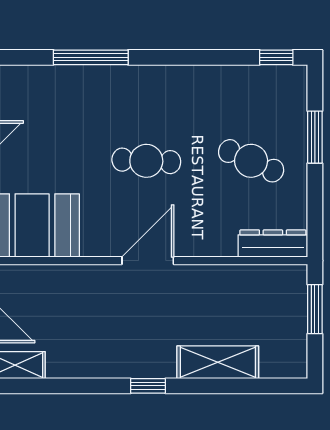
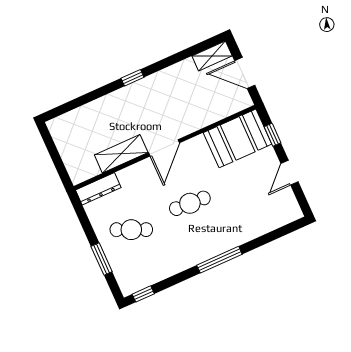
window: (91, 57) -> (219, 260), moved
window: (315, 309) -> (58, 163), removed
shelving: (218, 362) -> (121, 154), moved

